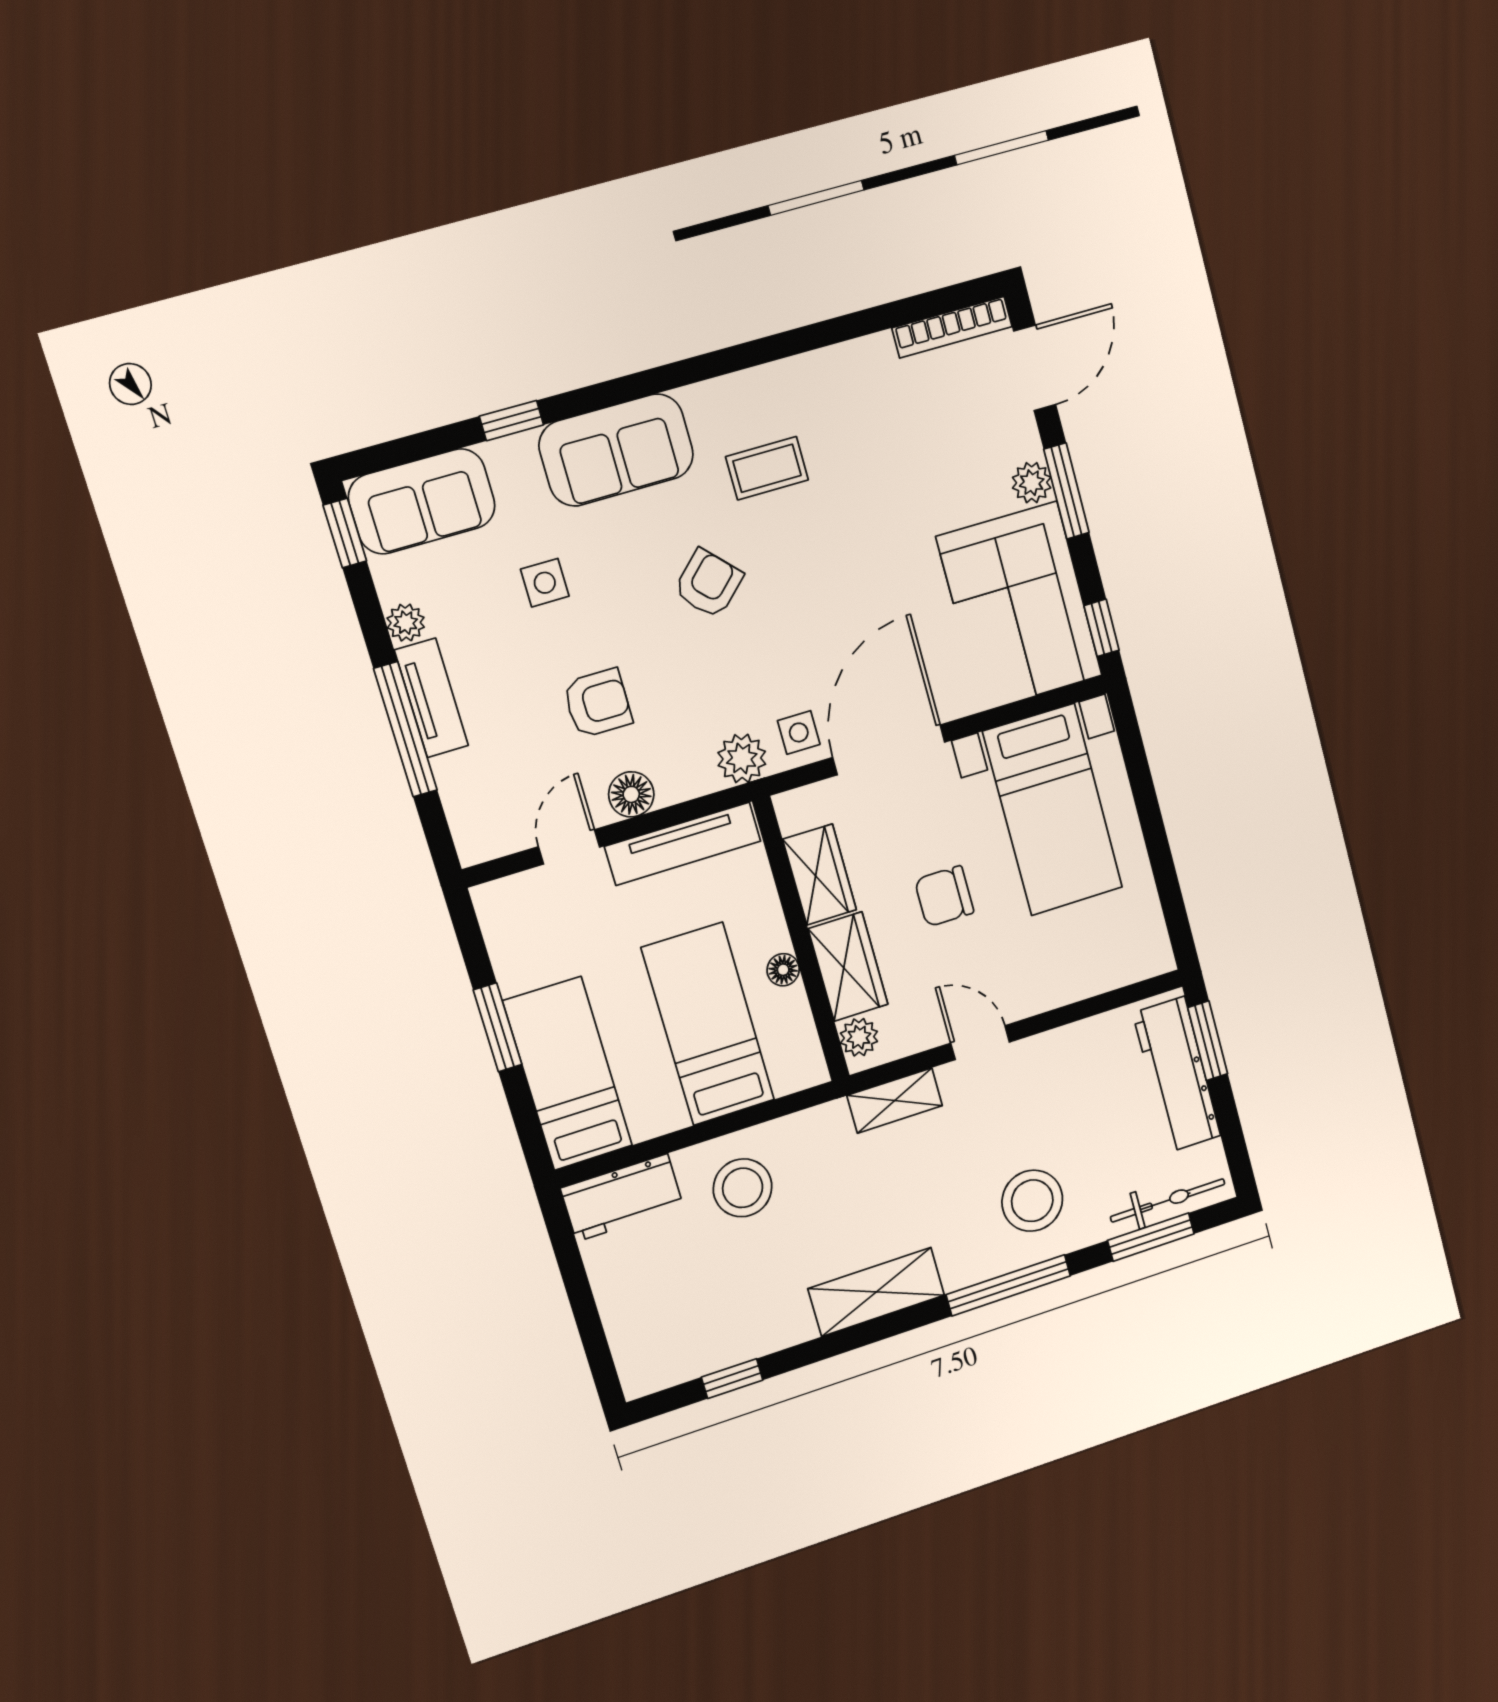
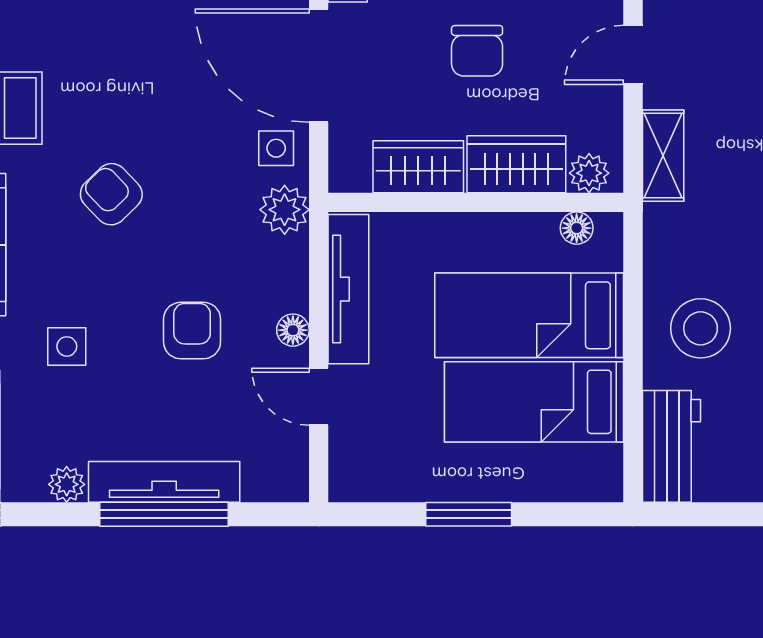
tv unit: (431, 698) -> (164, 482), width x1.41
floor lamp: (631, 794) -> (293, 330), width x0.73, depth x0.73
floor lamp: (783, 970) -> (577, 228), moved
bed: (568, 1074) -> (534, 402), moved

